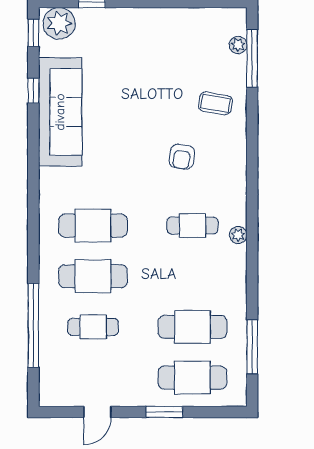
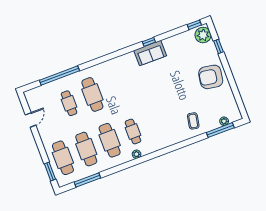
window: (33, 91) -> (149, 42), moved
sofa: (60, 112) -> (150, 53), width x0.54, depth x0.79
armchair: (182, 157) -> (211, 77), moved, width x1.88, depth x1.88
cafe table: (93, 226) -> (110, 140), moved
door: (97, 412) -> (31, 120), swing flipped
window: (164, 412) -> (50, 172), moved

